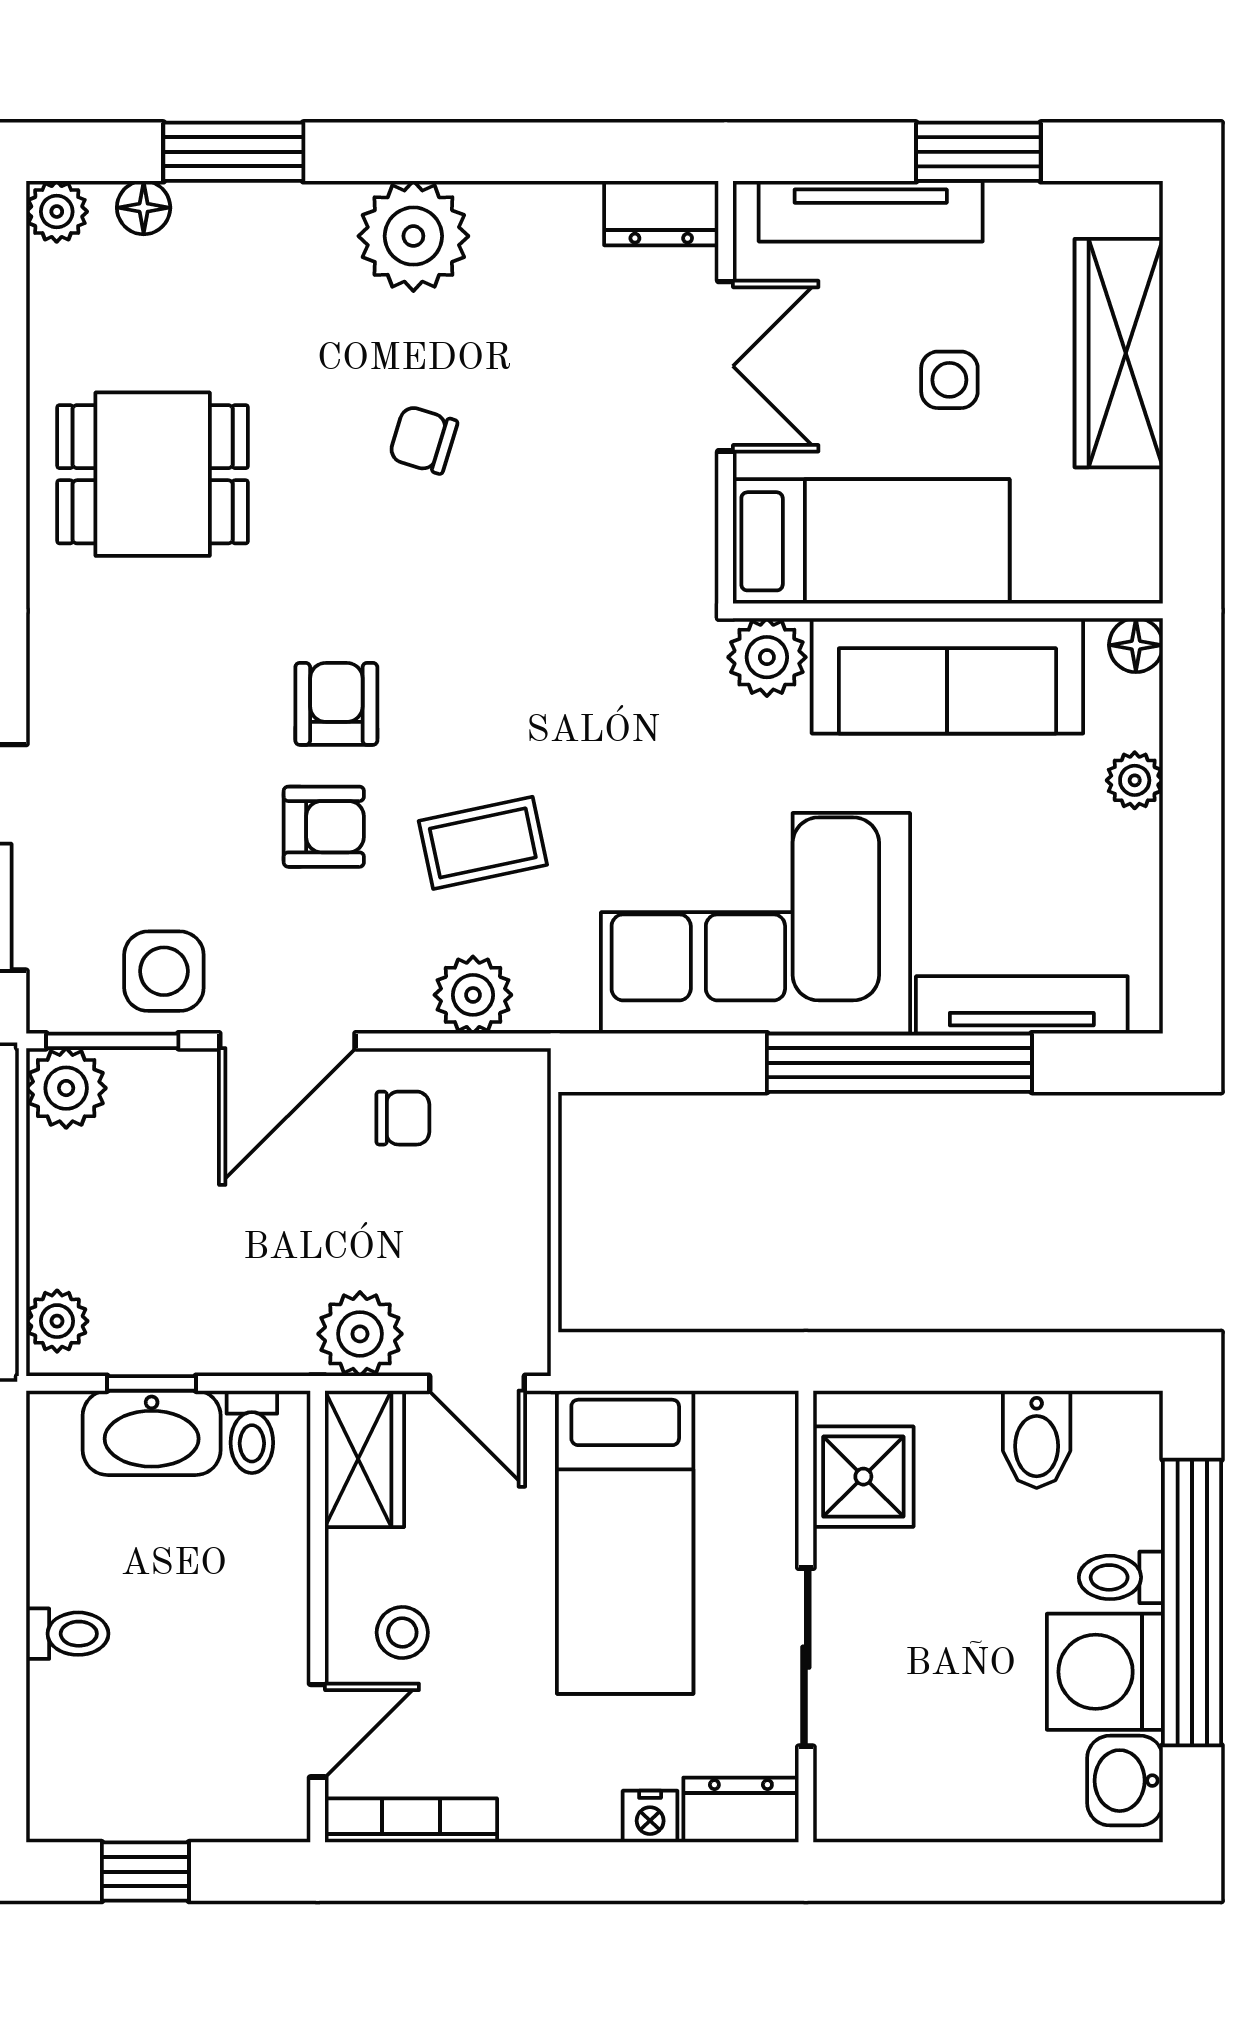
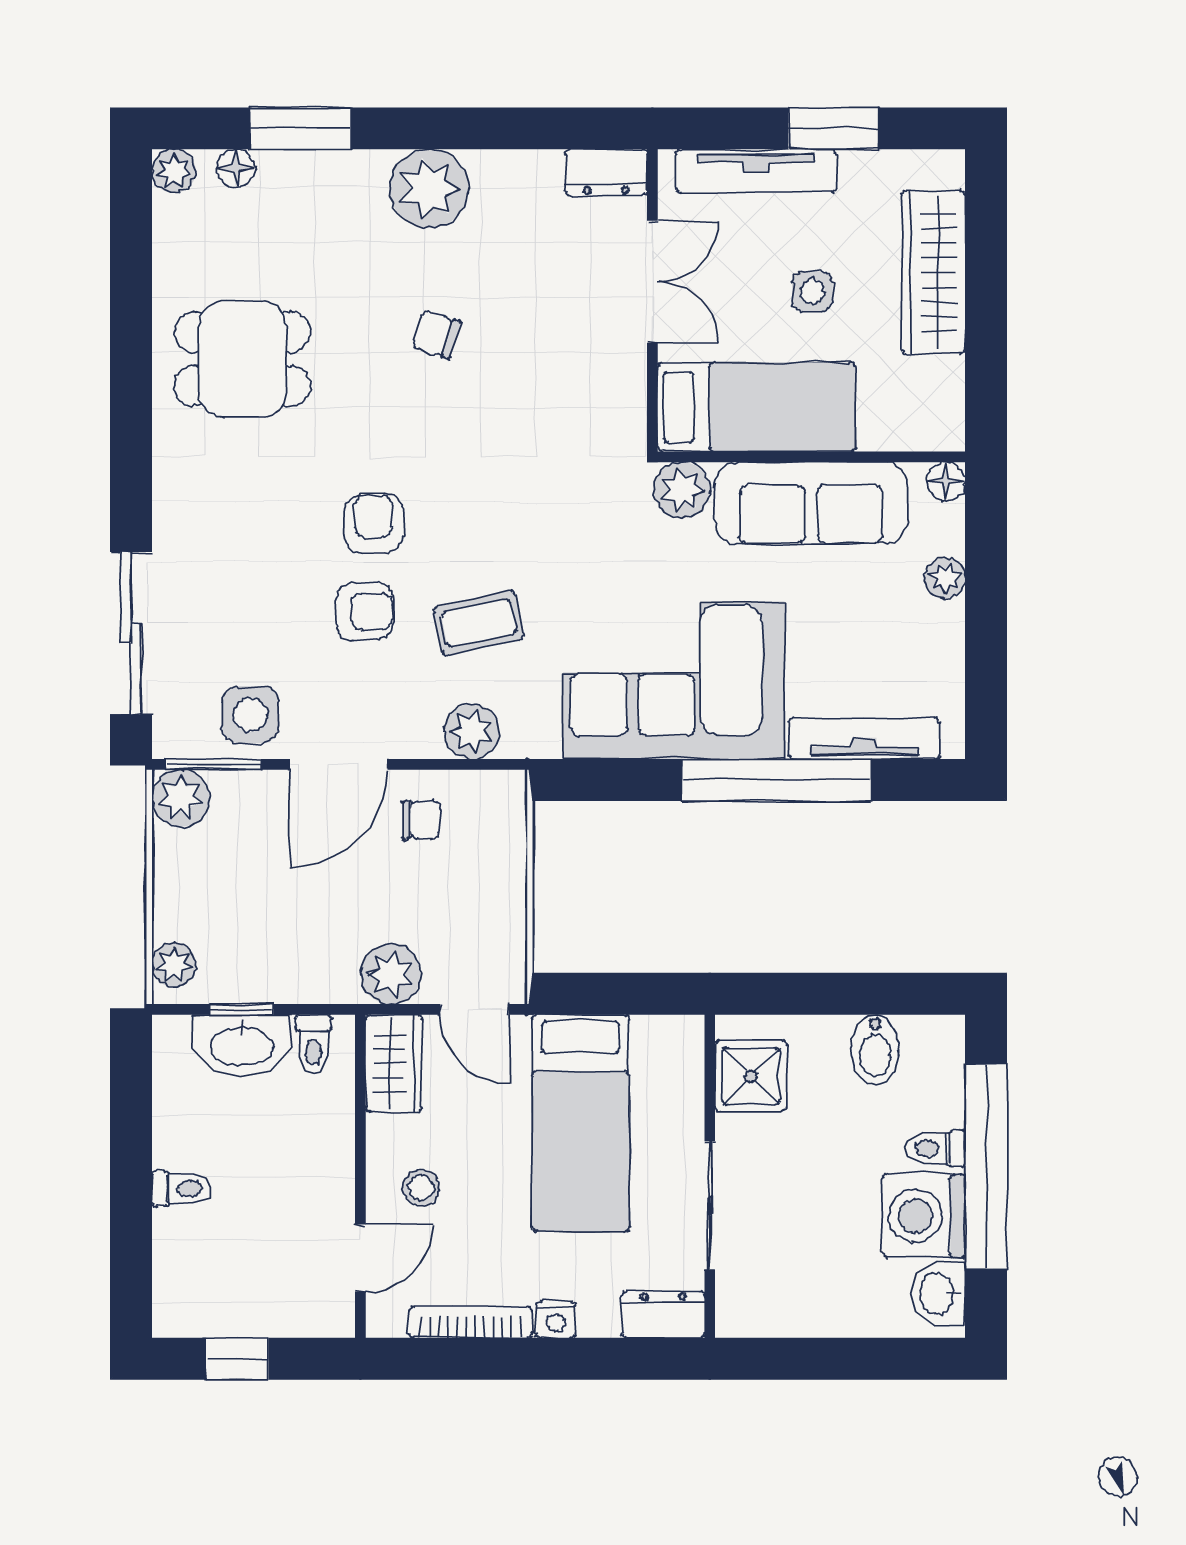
nightstand: (650, 1817) -> (556, 1319), moved
bookcase: (411, 1820) -> (471, 1322), moved

